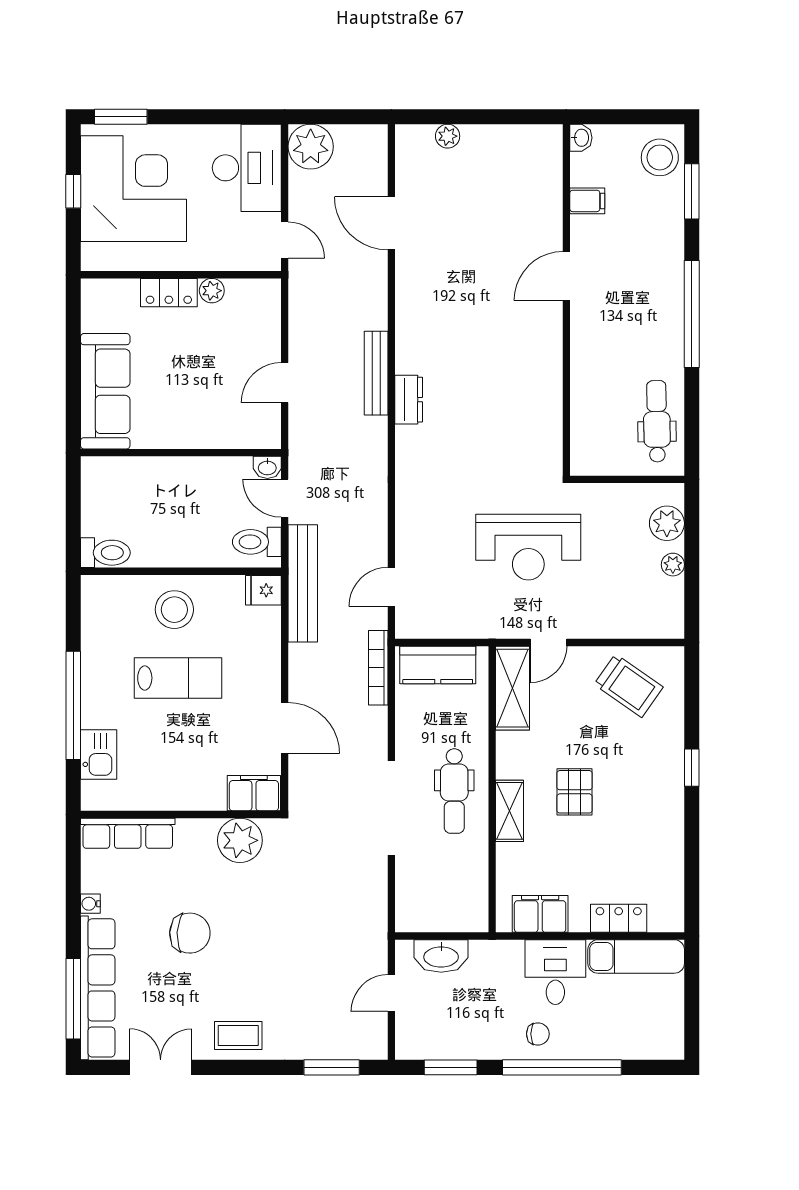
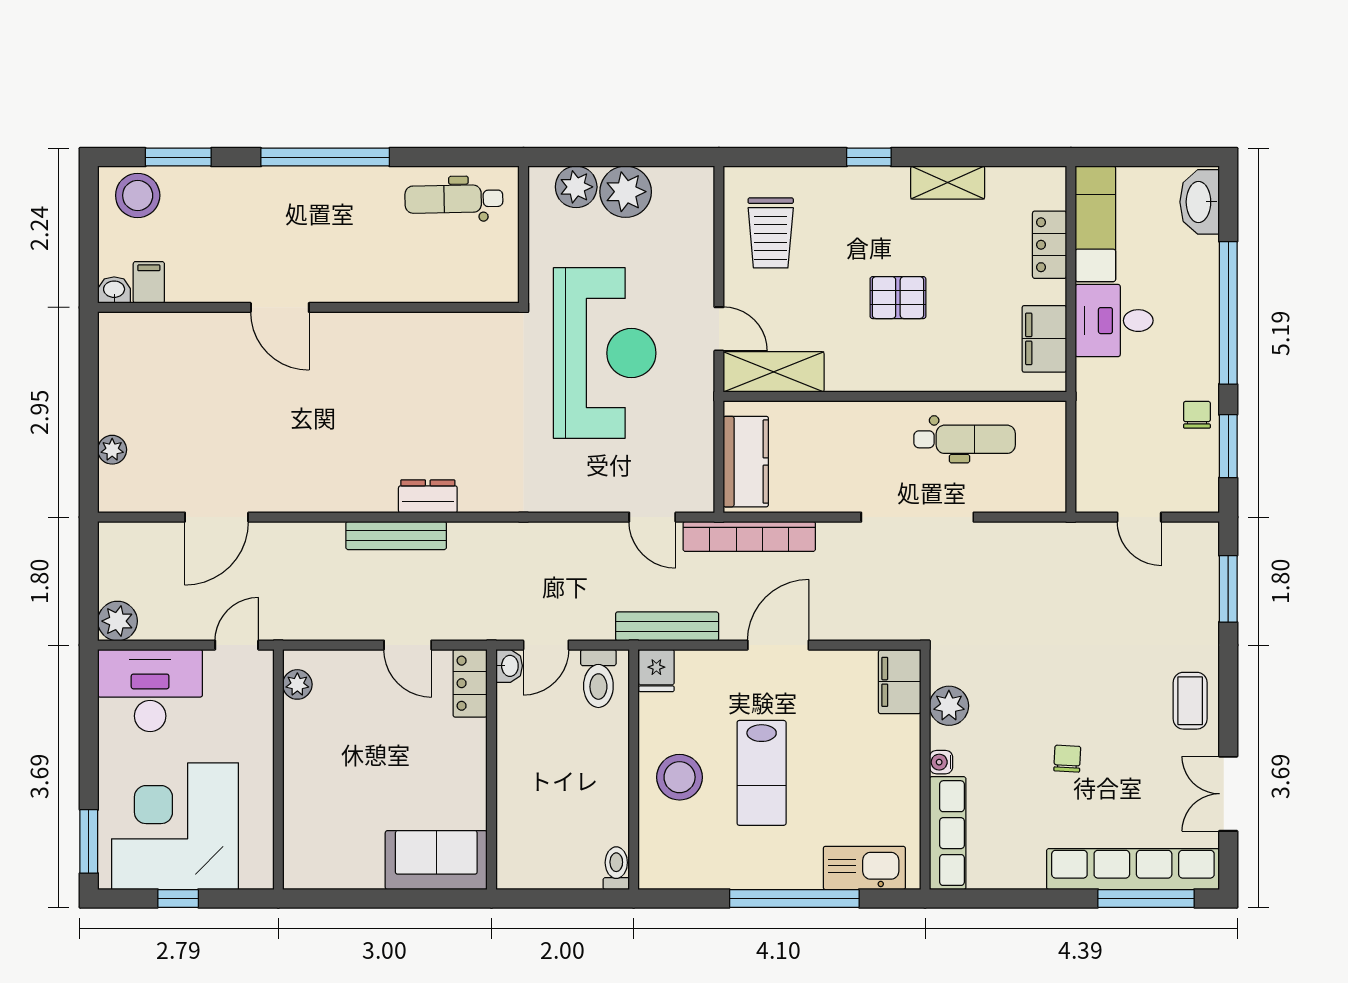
plant: (311, 147) -> (118, 621), width x0.73, depth x0.73
filing cabinet: (587, 201) -> (149, 282), moved
plant: (212, 291) -> (297, 684), moved
locker: (169, 293) -> (470, 683), moved, turned 180
sofa: (105, 391) -> (436, 860), width x0.73
reception desk: (528, 547) -> (605, 353), width x1.36, depth x1.30
toilet: (105, 553) -> (616, 868), width x0.73, depth x0.72
plant: (673, 565) -> (626, 192), width x1.88, depth x1.88
bench: (303, 583) -> (667, 626), width x0.73, depth x0.82
bookcase: (378, 668) -> (749, 536), width x1.48, depth x1.31
lab bench: (178, 678) -> (762, 773), turned 180
trolley: (629, 686) -> (771, 233), turned 145
door: (285, 728) -> (778, 645), moved
kitchen sink: (99, 754) -> (864, 868), width x1.38
dental chair: (454, 791) -> (965, 439), moved
shelving: (510, 811) -> (948, 183), moved
plant: (240, 840) -> (949, 706), width x0.73, depth x0.73
water cooler: (90, 904) -> (941, 762), moved, turned 90
chair: (190, 933) -> (1067, 759), width x0.54, depth x0.54
washbasin: (441, 956) -> (1200, 202), moved, turned 180
chair: (538, 1034) -> (1197, 415), moved

